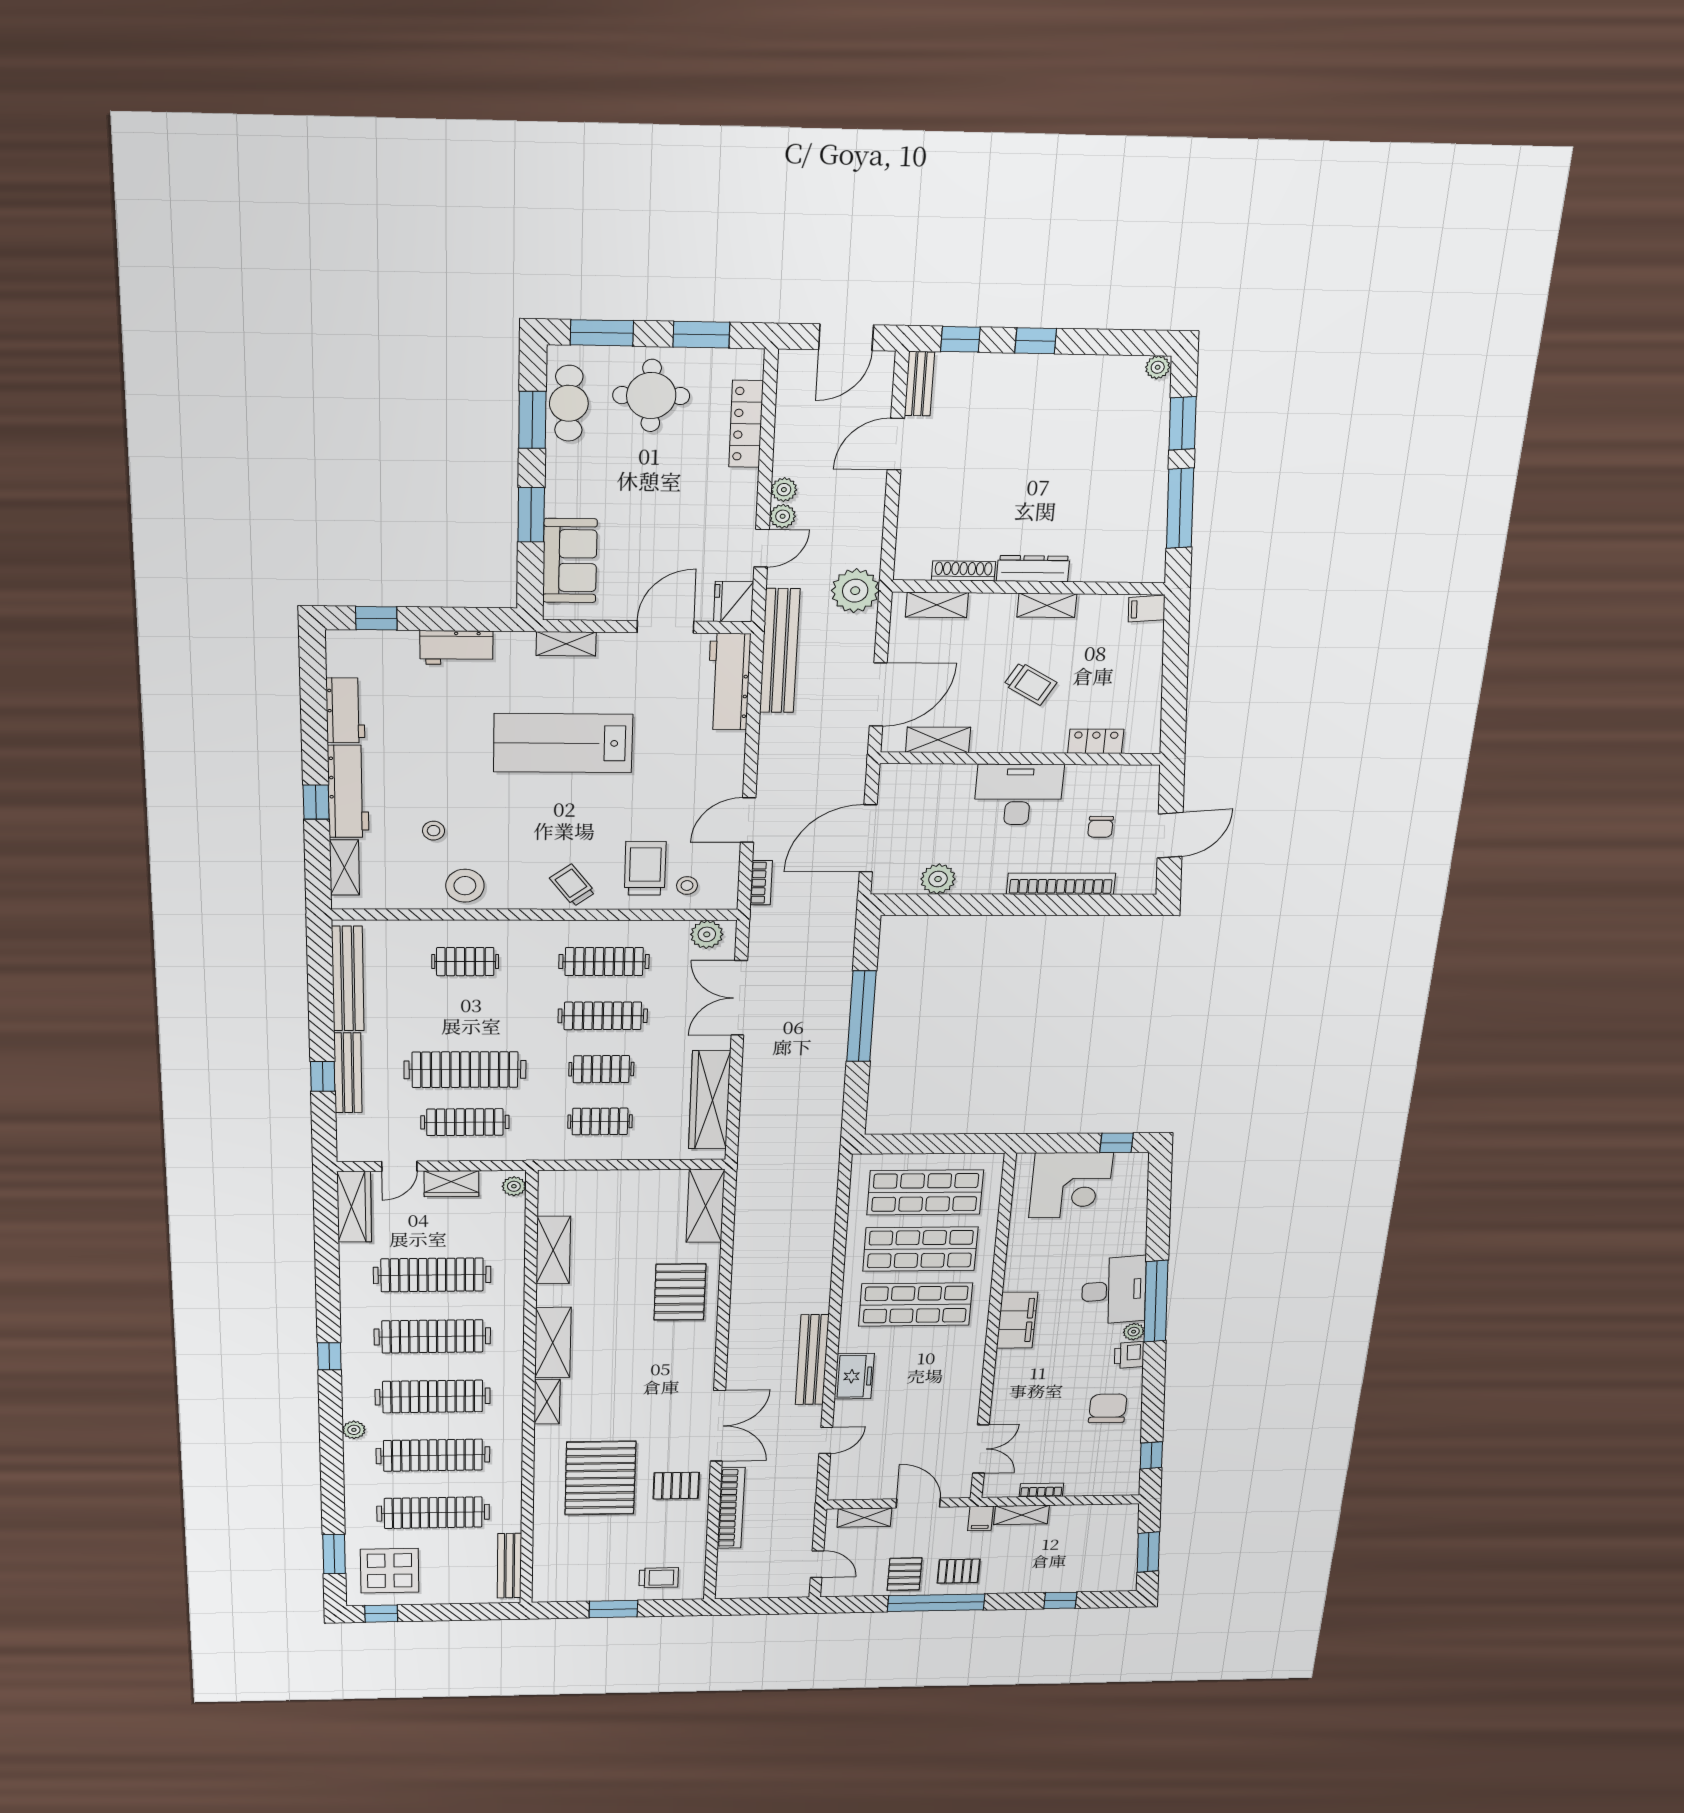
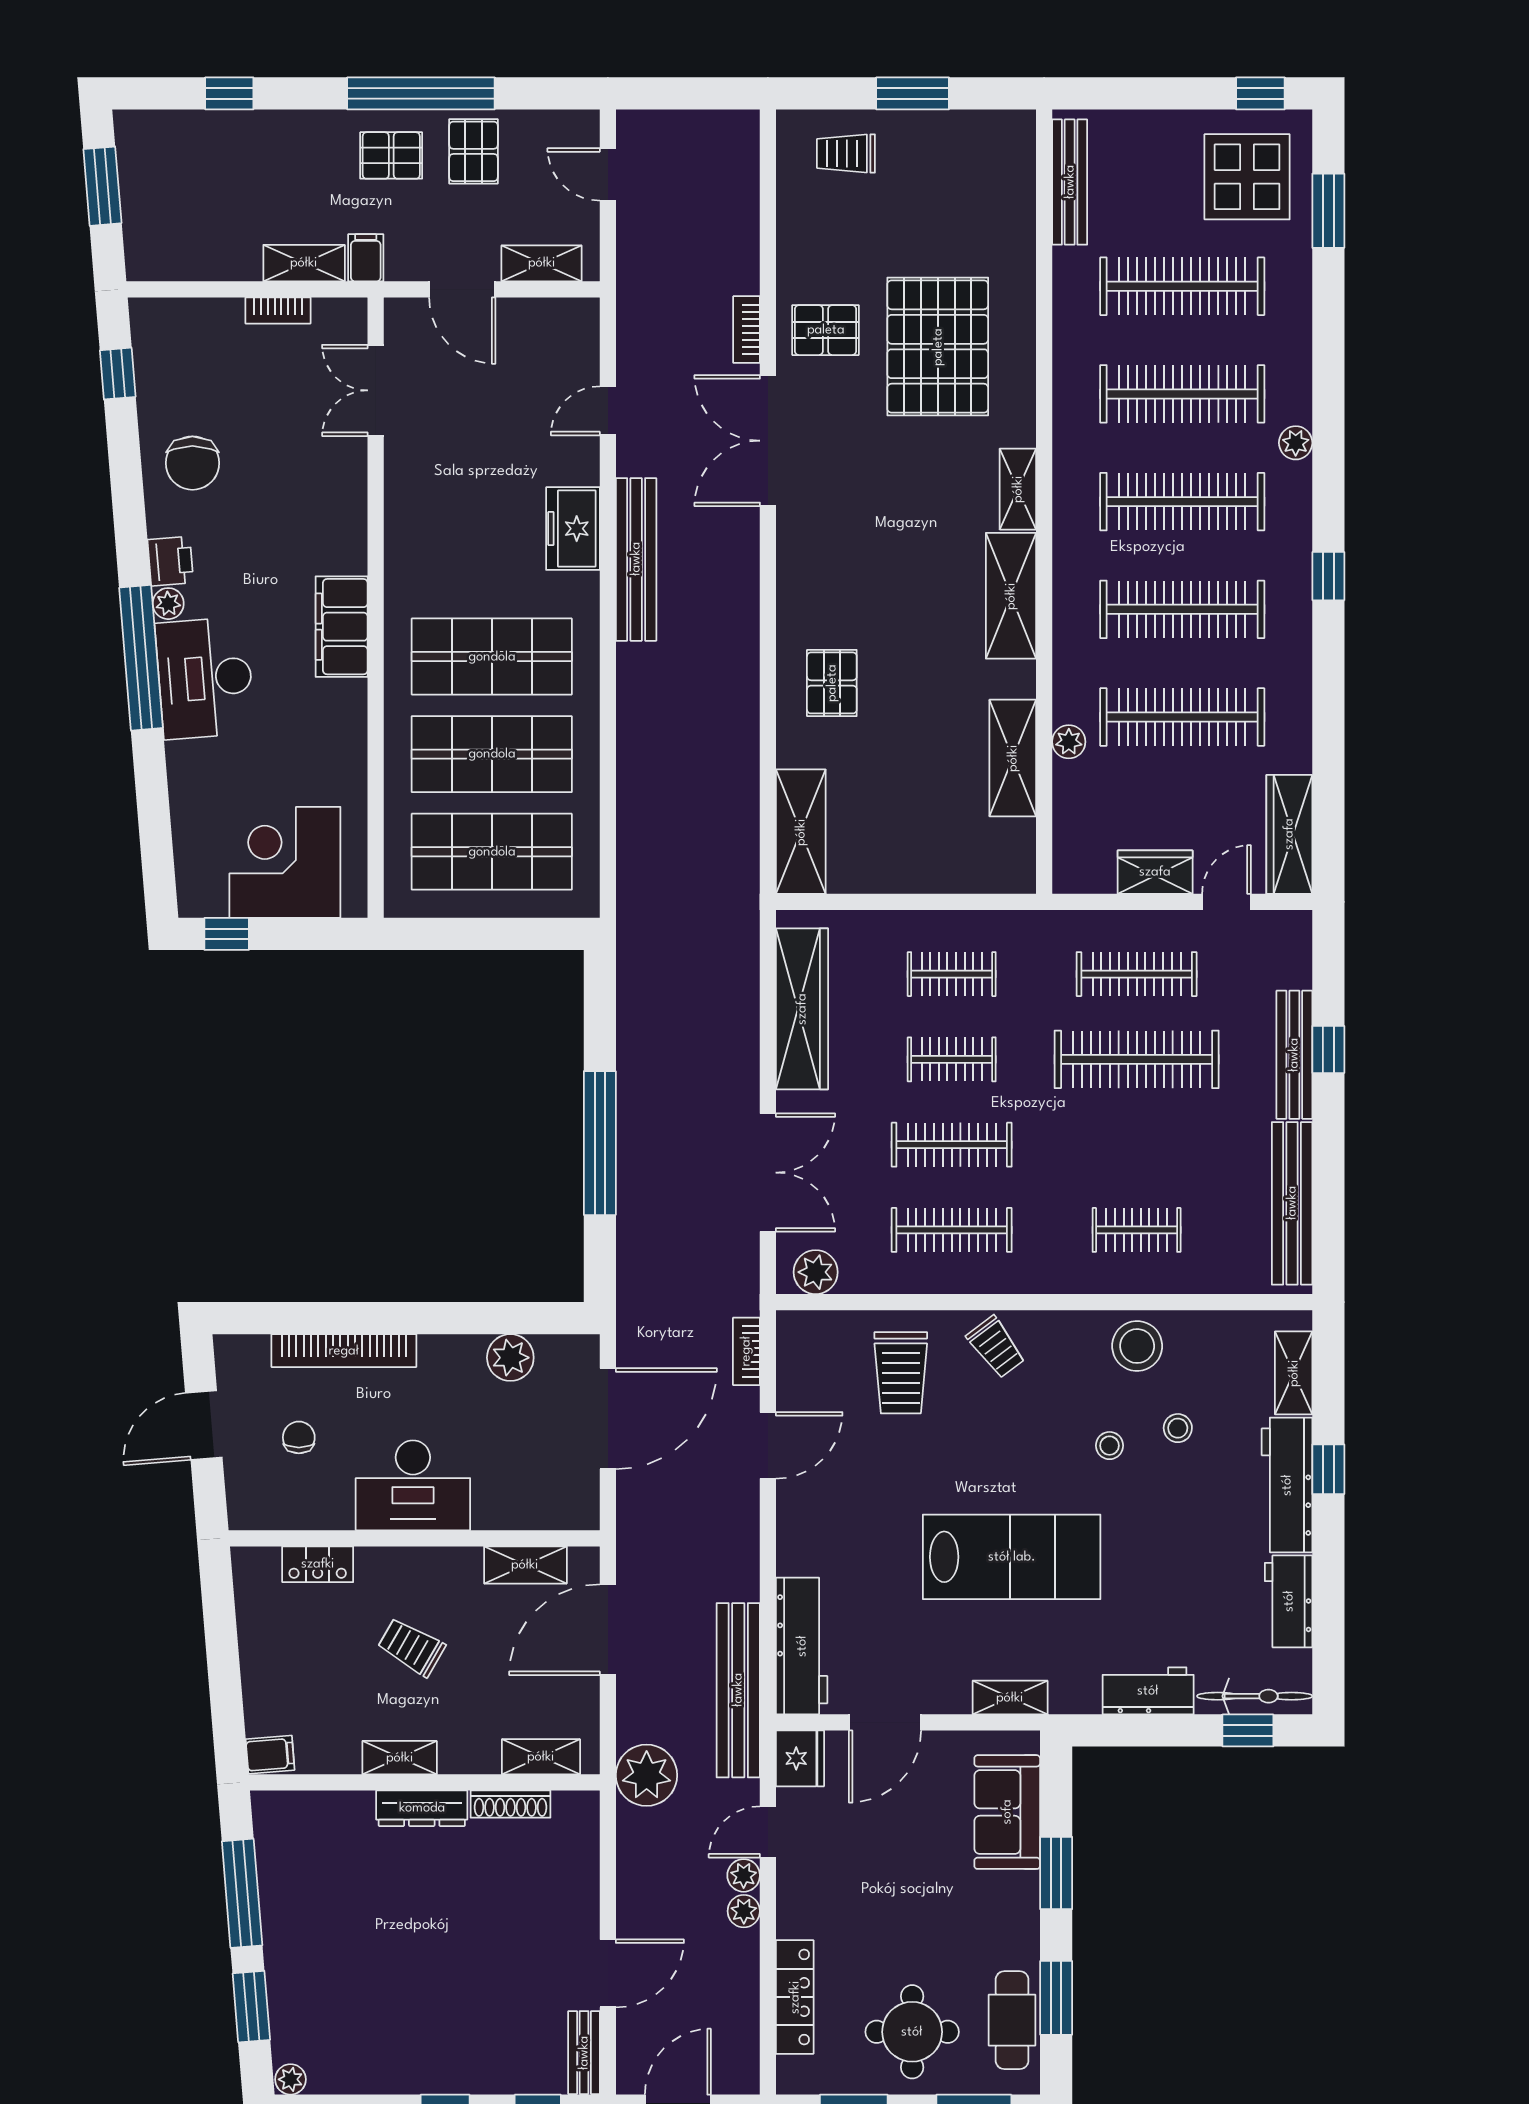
bicycle: (371, 643) -> (1255, 1696), added
stool: (687, 886) -> (1110, 1446), moved
plant: (514, 1186) -> (1069, 742), moved
pallet: (680, 1292) -> (832, 683), width x0.67, depth x0.71
bookcase: (731, 1508) -> (747, 330), width x0.43, depth x0.76

